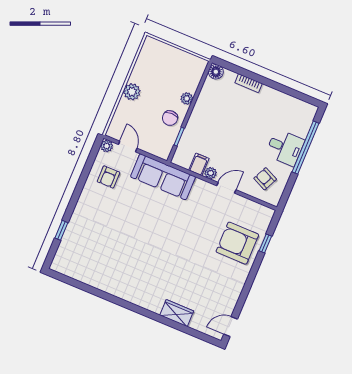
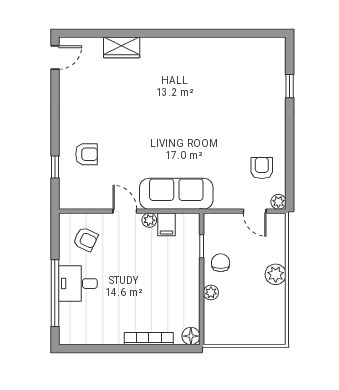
bookcase: (249, 83) -> (149, 339), width x1.56
sofa: (163, 177) -> (176, 194), moved
door: (226, 188) -> (125, 211), swing flipped
armchair: (237, 243) -> (87, 154), width x0.53, depth x0.53

